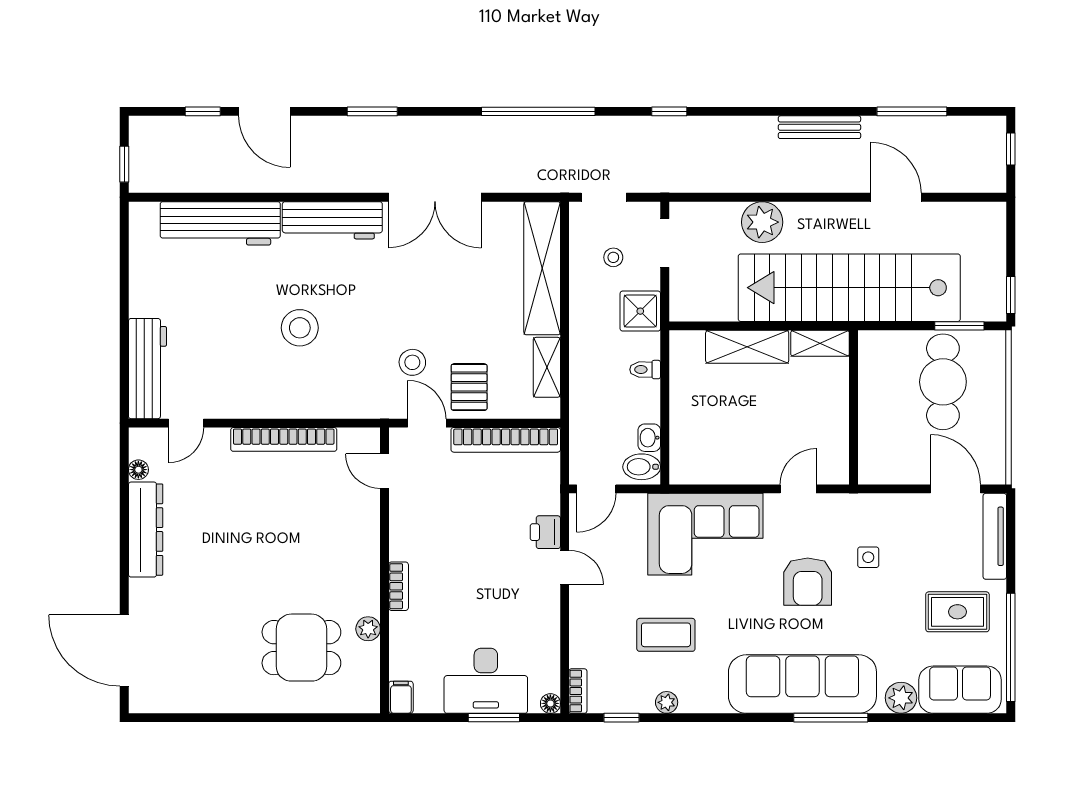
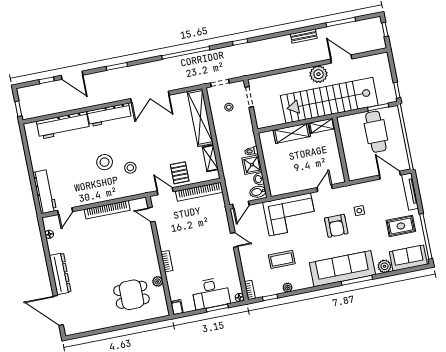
bench: (819, 127) -> (304, 36), width x0.73
plant: (762, 222) -> (319, 74), moved
shower: (640, 311) -> (252, 165), moved
stool: (412, 362) -> (130, 168), moved
dresser: (146, 530) -> (60, 274), moved
printer: (545, 532) -> (223, 227), removed

